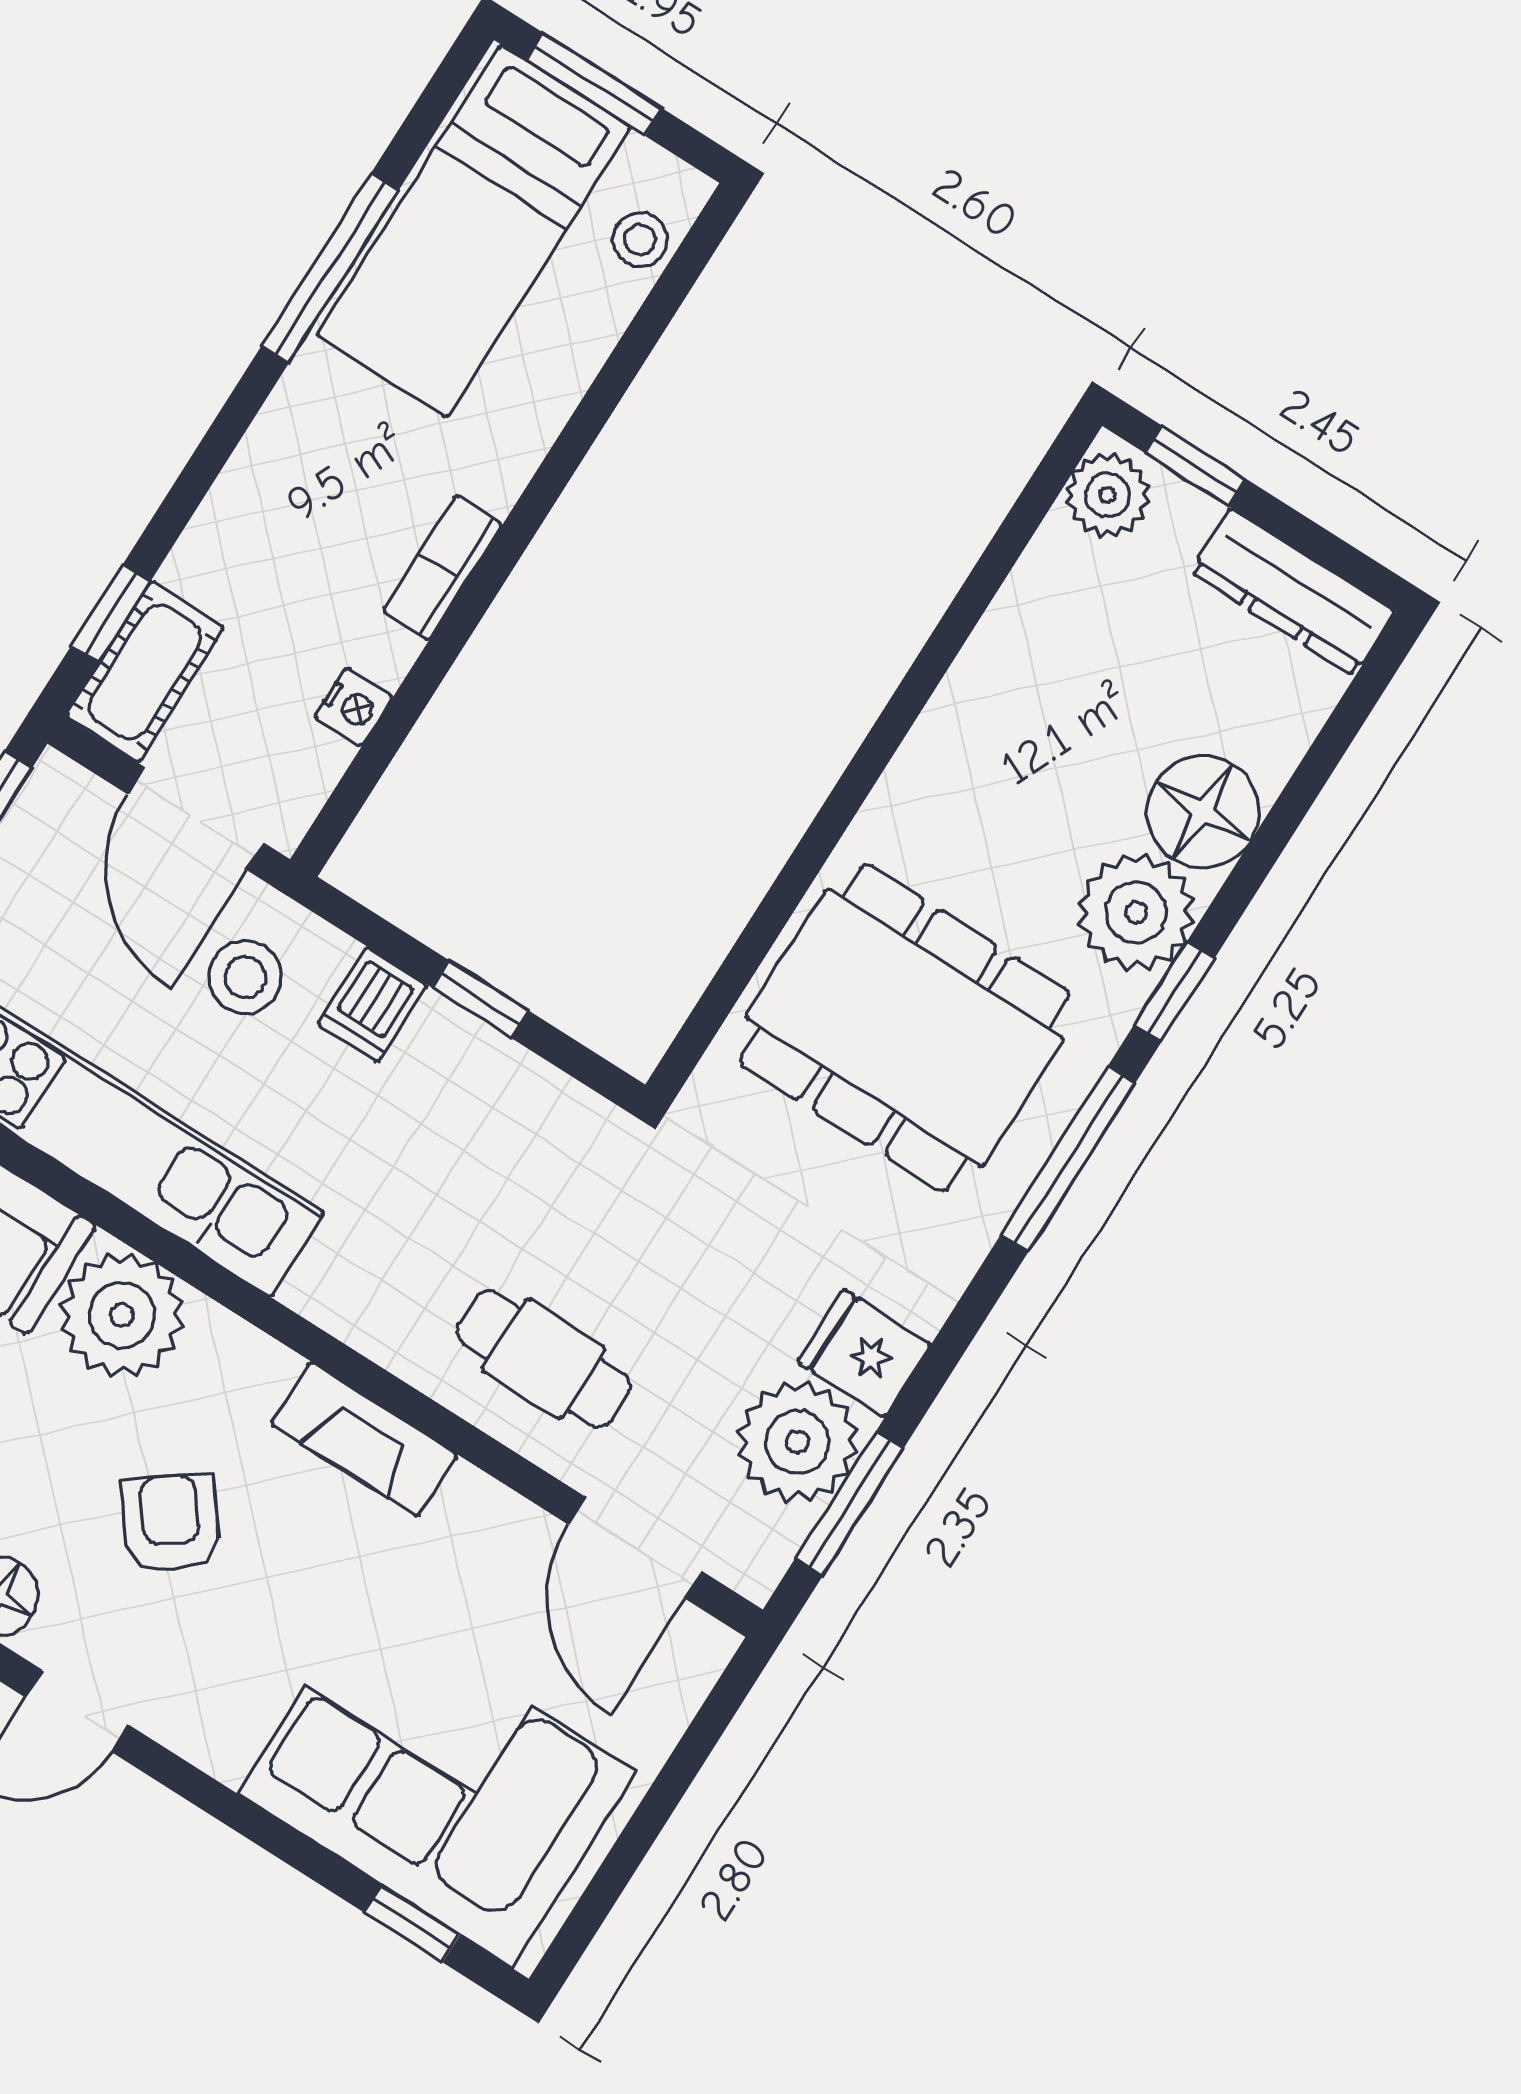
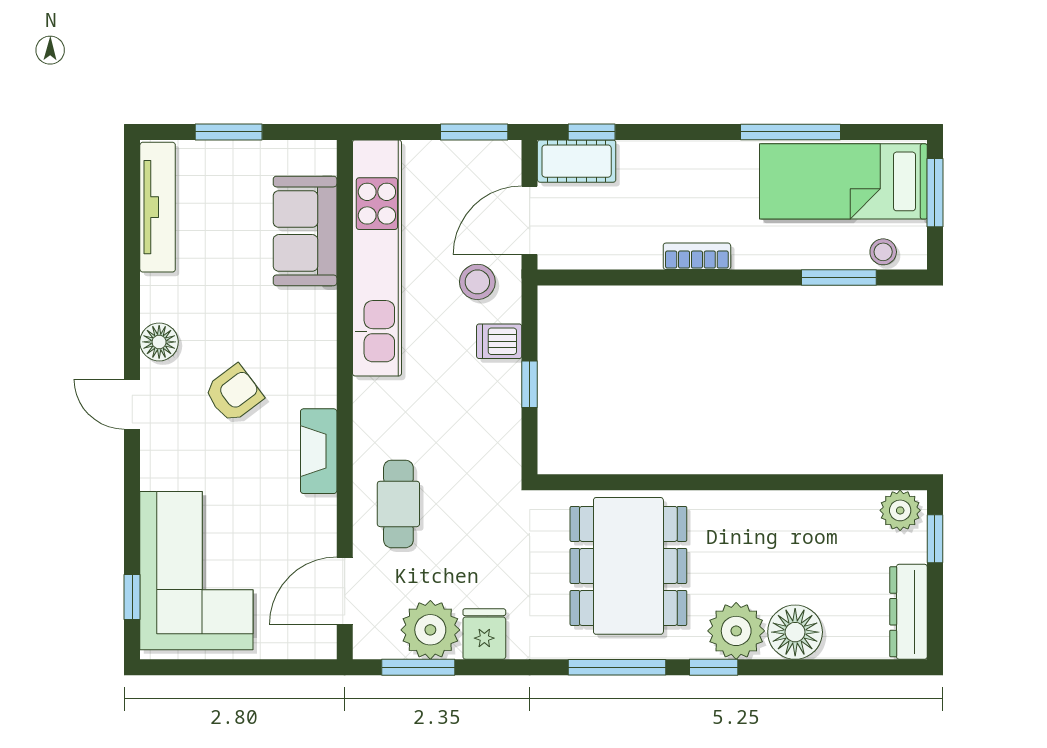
window: (636, 345) -> (839, 278), added
nightstand: (354, 707) -> (617, 256), removed
plant: (122, 1315) -> (306, 319), removed

